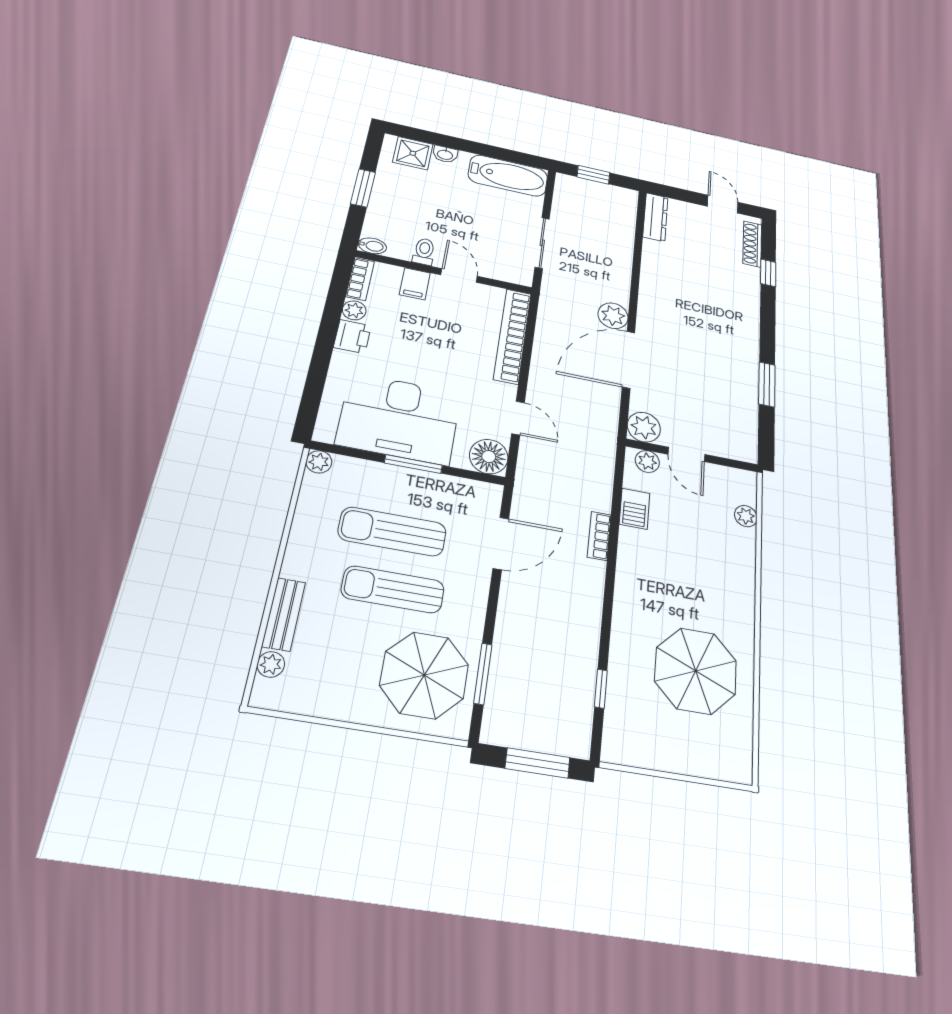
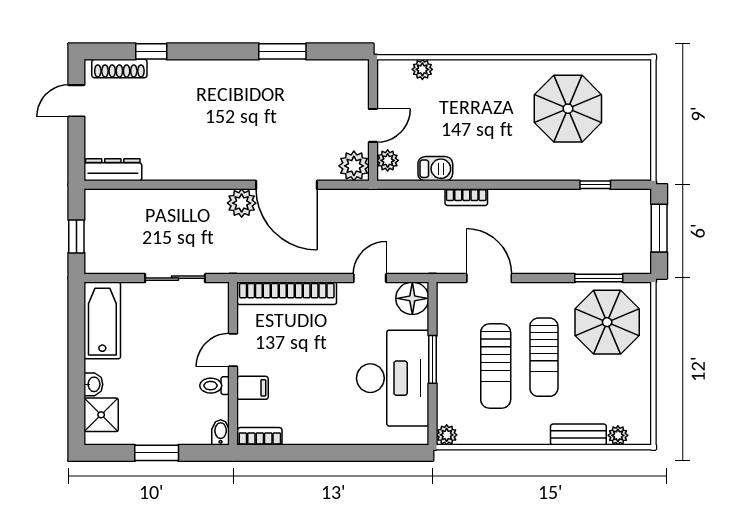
plant: (354, 310) -> (294, 435), removed
printer: (352, 337) -> (321, 431), removed

